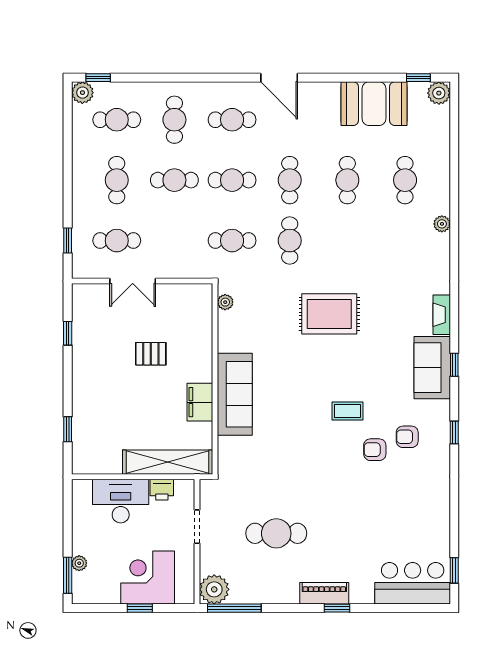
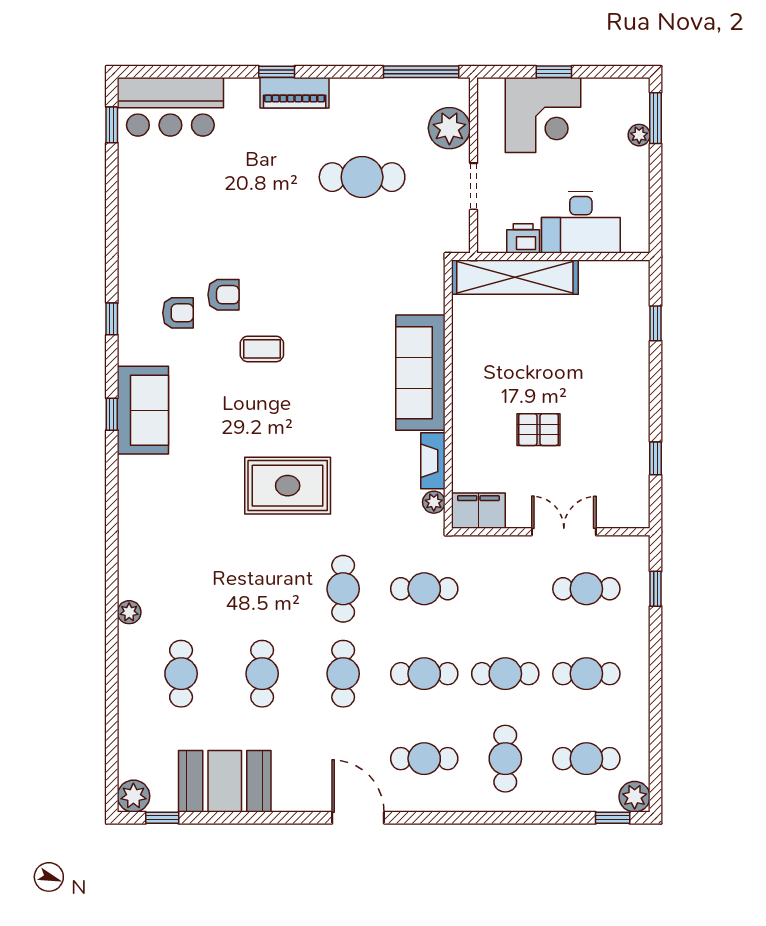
cafe table: (117, 180) -> (586, 674), turned 90
fireplace: (442, 315) -> (433, 461), moved, turned 180
filing cabinet: (200, 402) -> (478, 511), moved, turned -90
plant: (214, 589) -> (449, 128), moved

